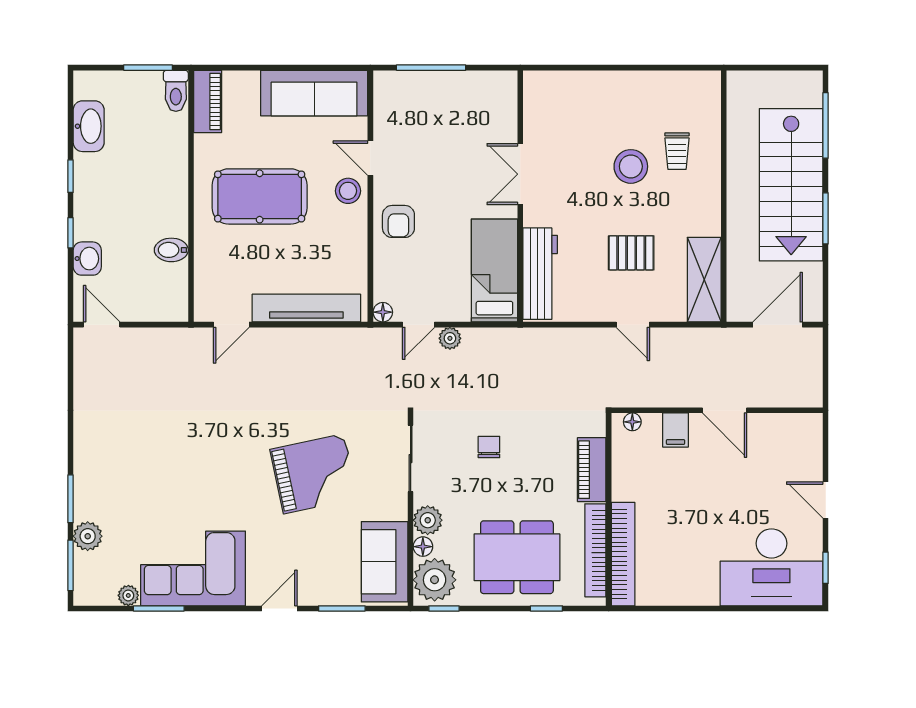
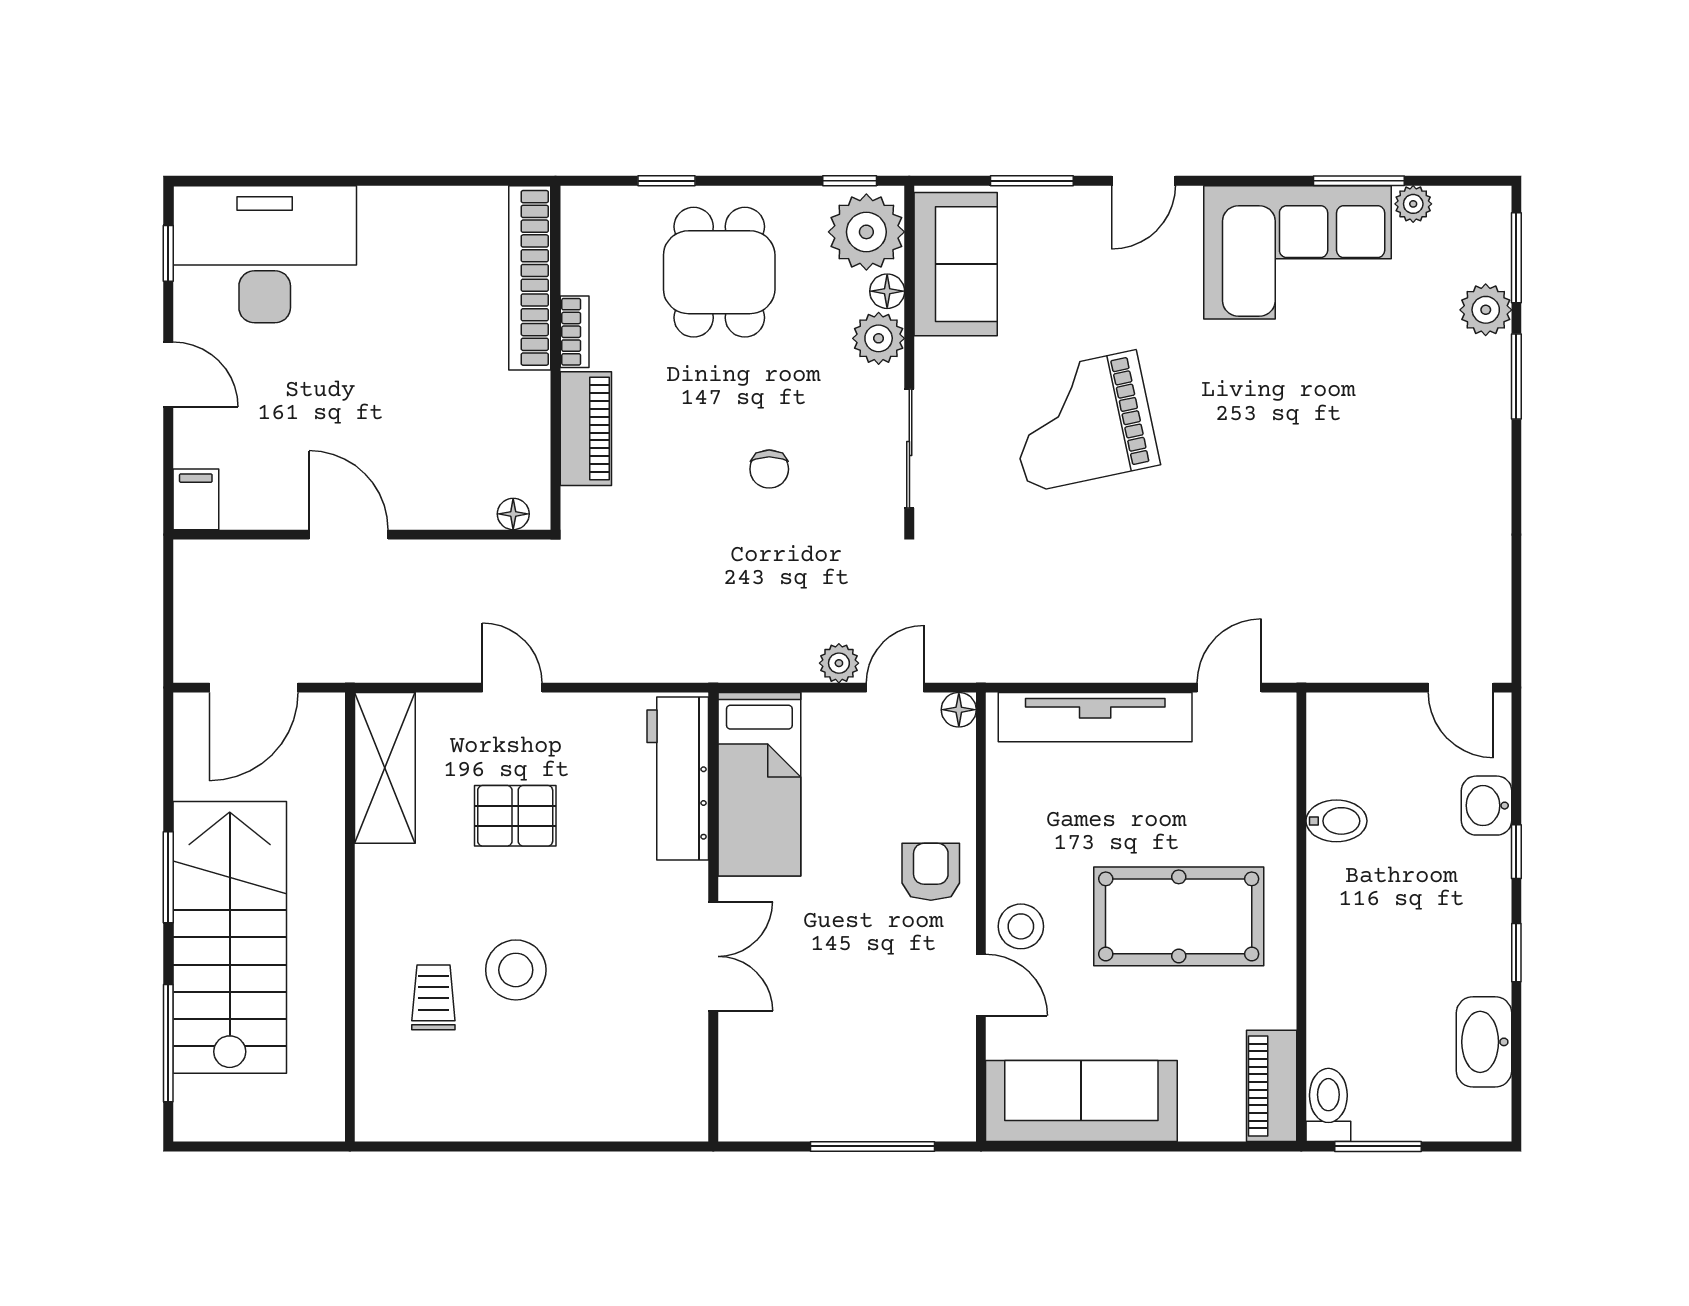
filing cabinet: (676, 430) -> (196, 499), moved
bookcase: (595, 550) -> (575, 332), width x0.43, depth x0.76
dining table: (517, 557) -> (719, 272), width x0.73

